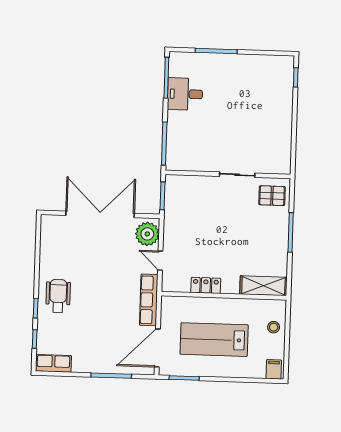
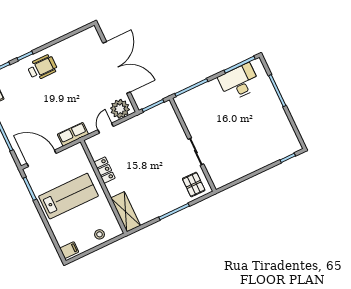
desk: (185, 94) -> (239, 82), width x1.37
row of seats: (149, 300) -> (73, 134), width x0.68
lab bench: (214, 340) -> (69, 196), turned 90

